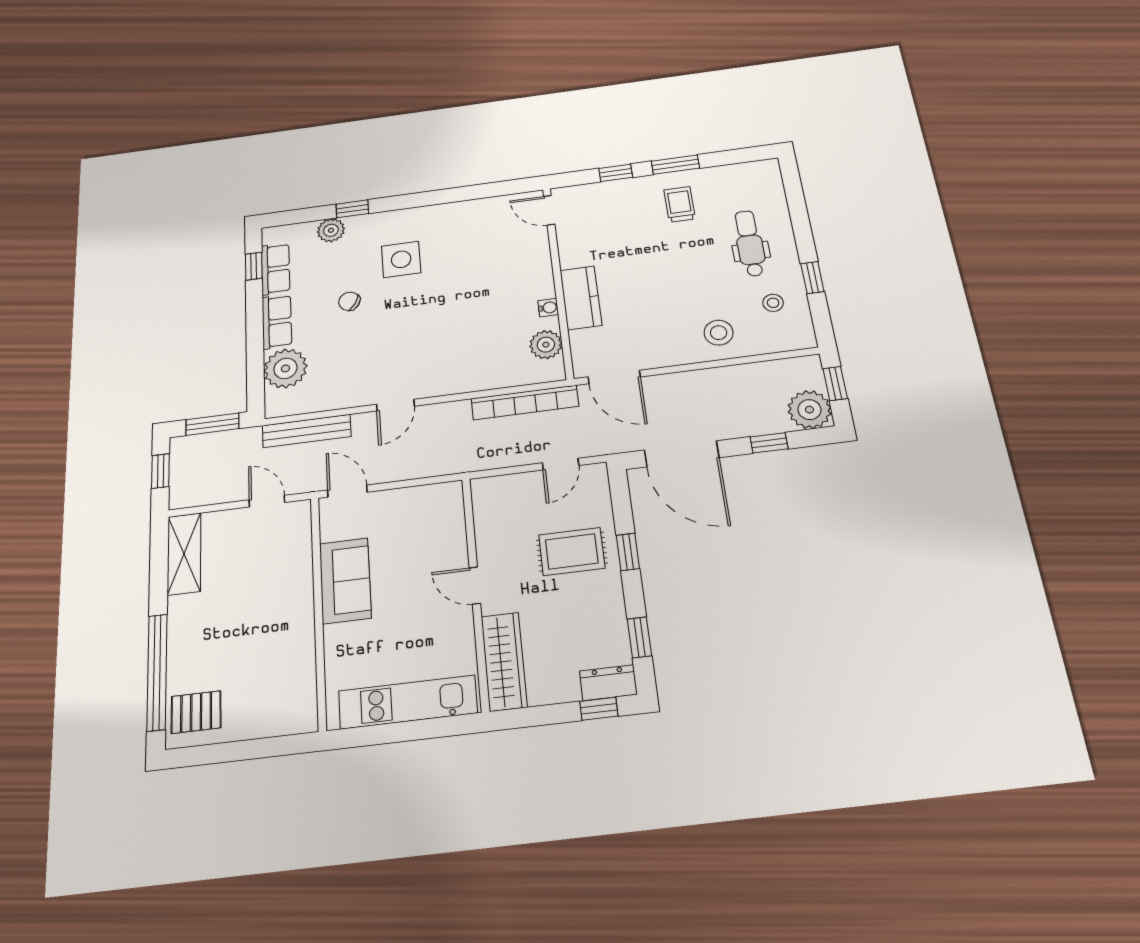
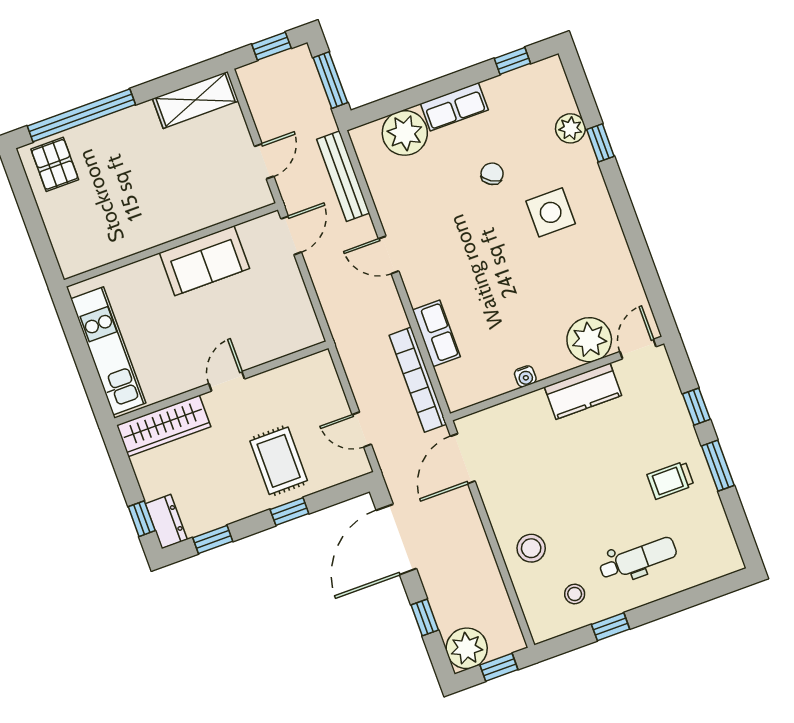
trolley: (680, 204) -> (670, 480), turned 180
row of seats: (275, 269) -> (436, 333), moved, turned -90
kitchen counter: (581, 298) -> (583, 391), moved
plant: (546, 345) -> (589, 340), moved, width x1.36, depth x1.36

